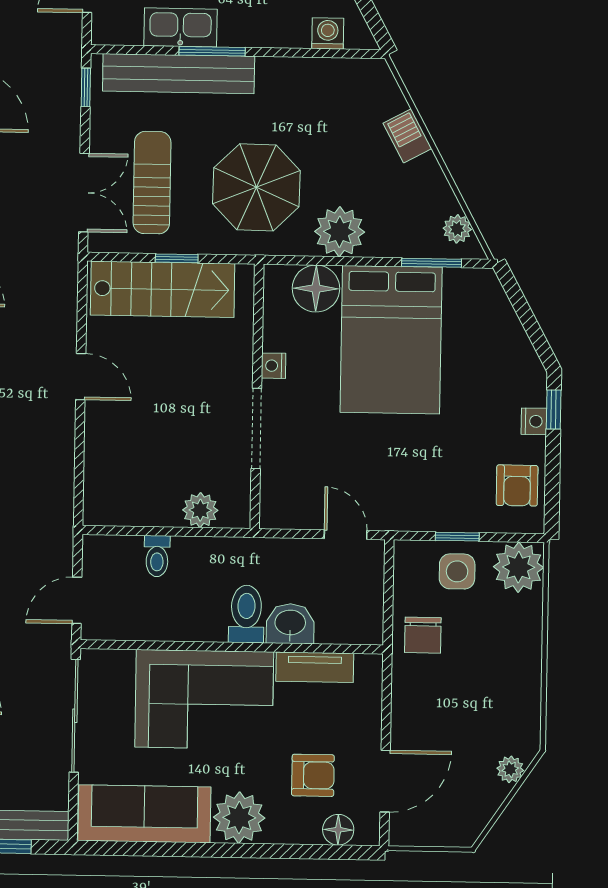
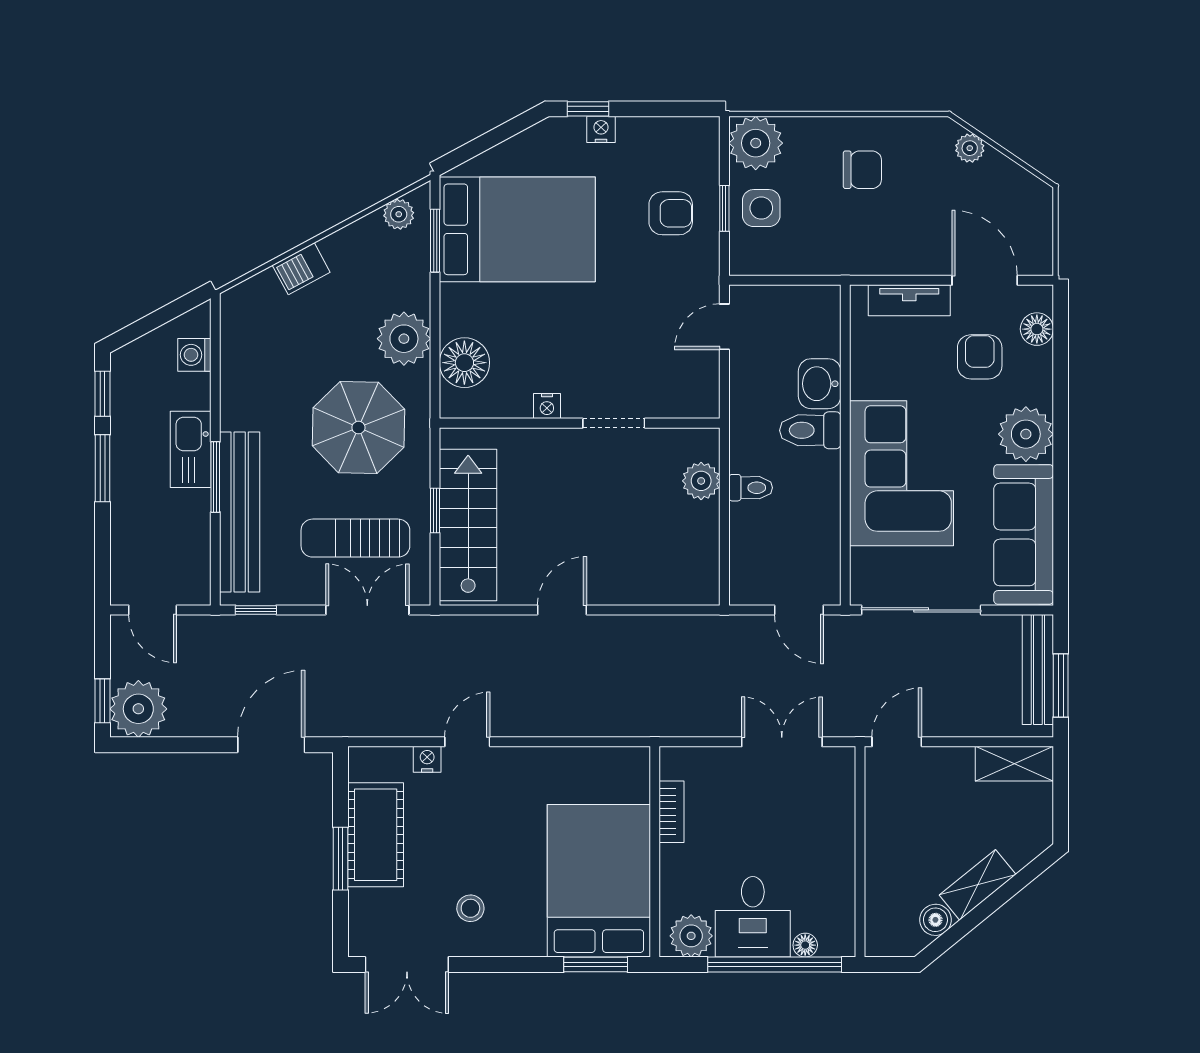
kitchen sink: (180, 27) -> (191, 449), moved
bed: (391, 340) -> (517, 229), moved
doorway: (256, 428) -> (614, 423), width x0.73
armchair: (517, 485) -> (671, 213), moved
toilet: (157, 556) -> (751, 488), moved
chair: (423, 635) -> (862, 170), moved
tv unit: (315, 667) -> (909, 300), moved, turned 90

